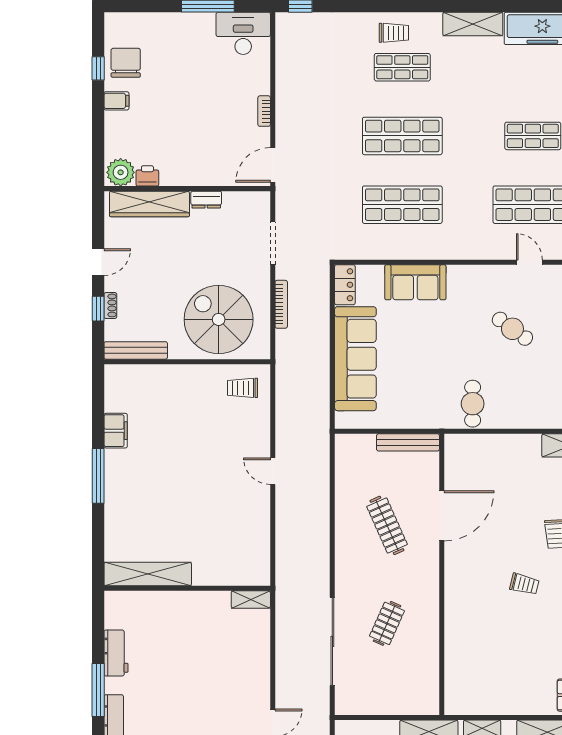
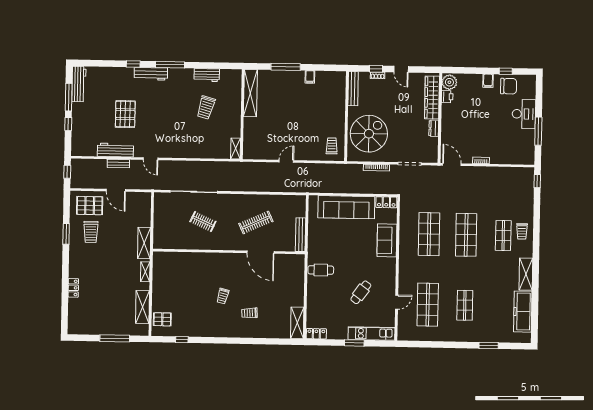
desk: (243, 33) -> (524, 114), moved
filing cabinet: (116, 431) -> (310, 77), width x0.50
shelving: (148, 574) -> (250, 93), moved
wall: (187, 588) -> (242, 114), moved
shelving: (251, 600) -> (236, 149), moved
trolley: (176, 622) -> (206, 107), added
workbench: (116, 653) -> (207, 75), moved

